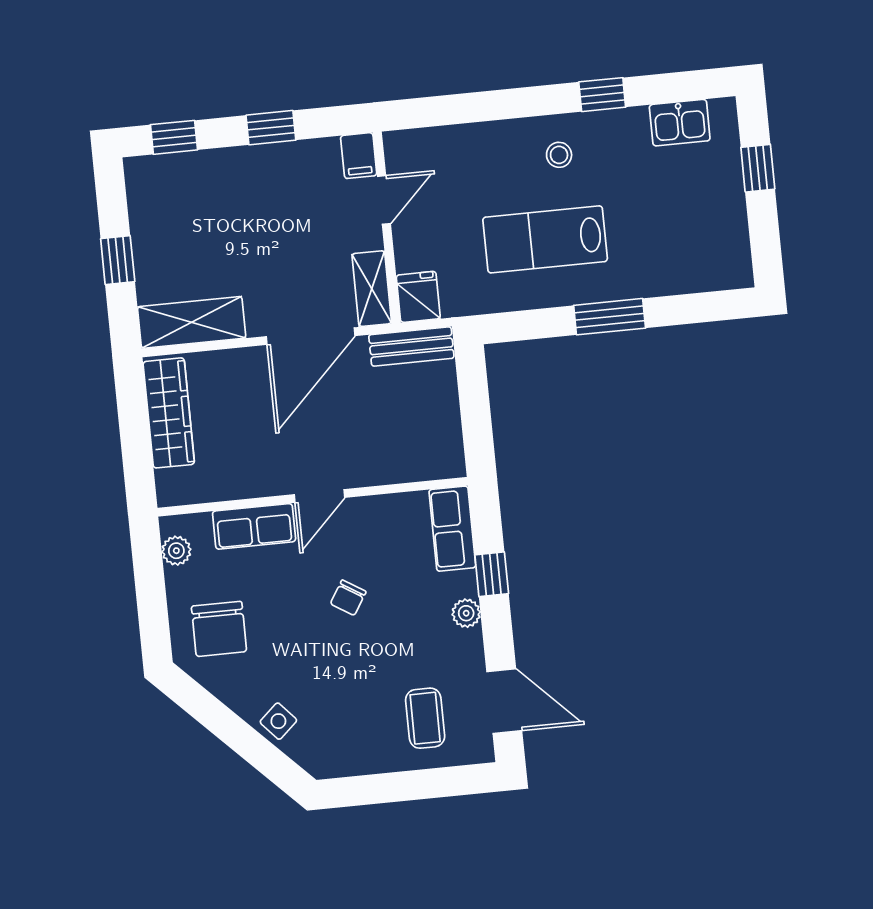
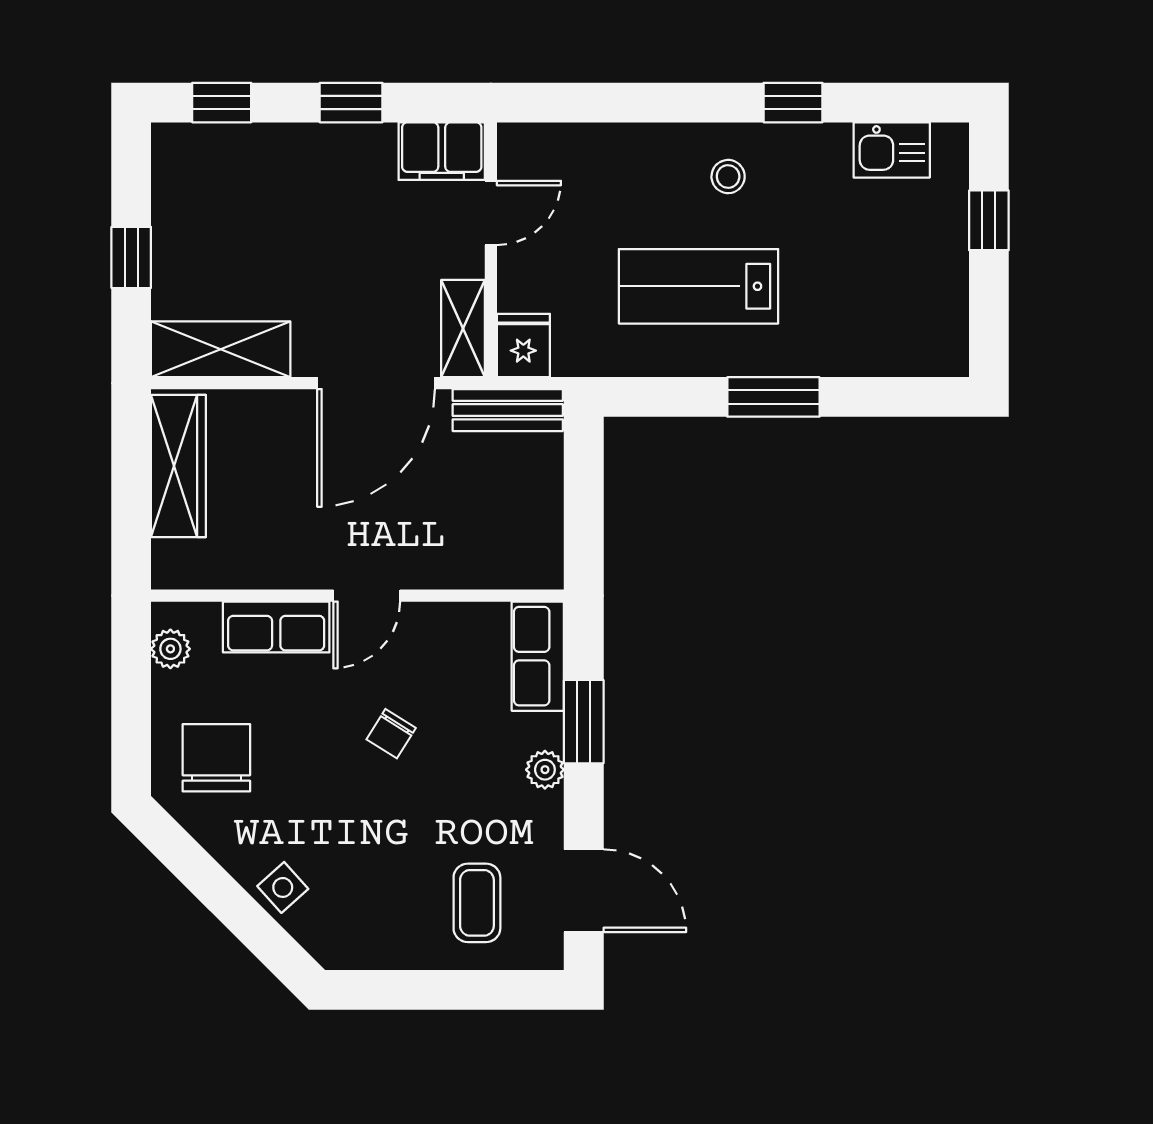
filing cabinet: (359, 156) -> (442, 151), width x2.00
window: (492, 574) -> (584, 722), width x1.50
chair: (219, 629) -> (216, 758), turned 180

